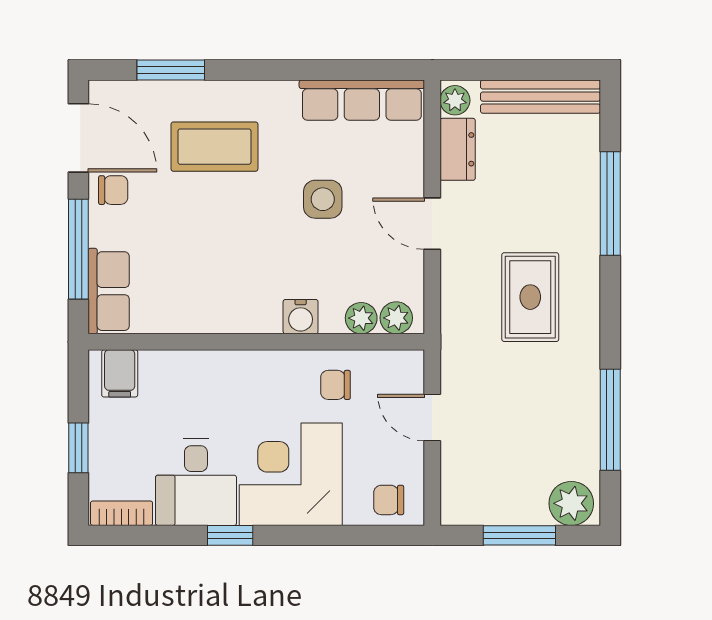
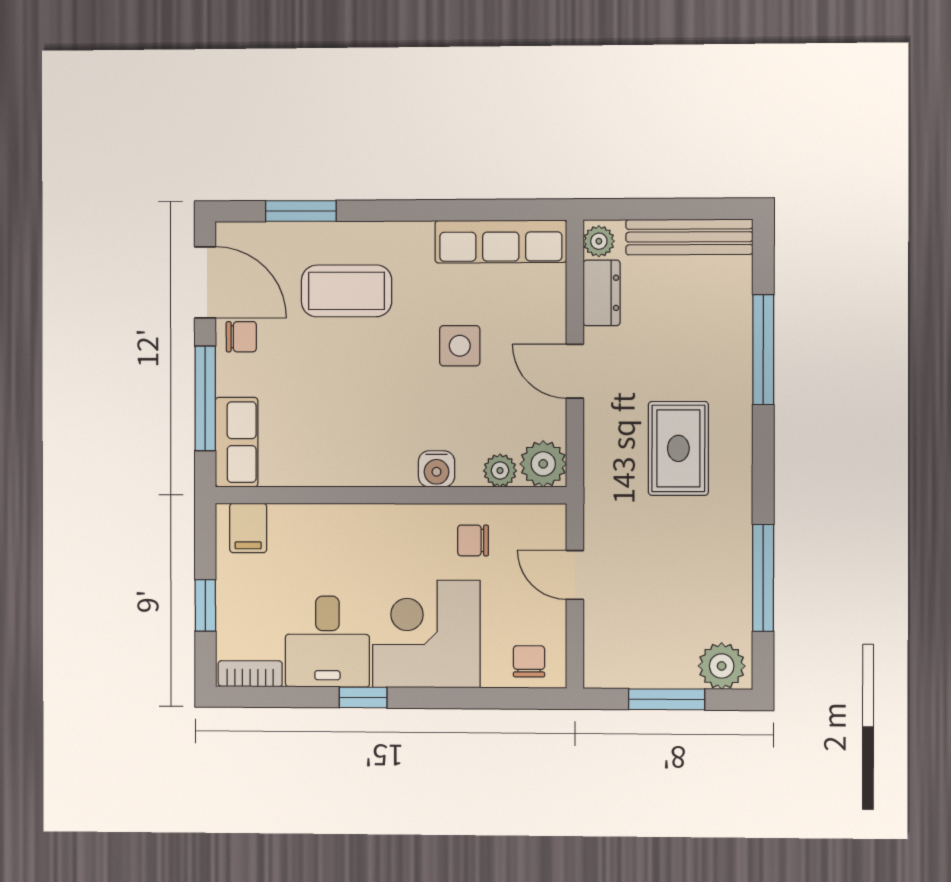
plant: (396, 318) -> (543, 464), width x1.38, depth x1.38
chair: (389, 500) -> (529, 661), turned 90

